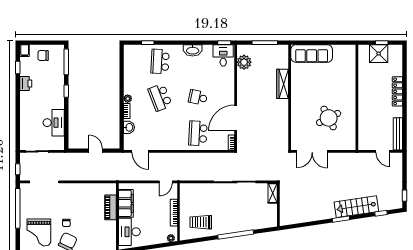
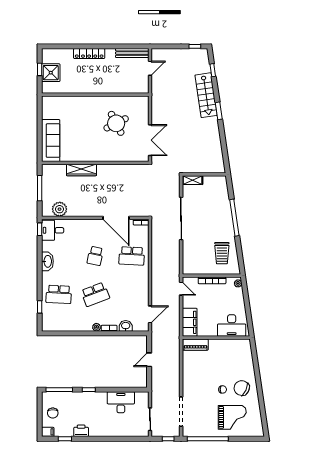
filing cabinet: (126, 203) -> (190, 322), moved, turned 90
piano: (111, 207) -> (195, 345), moved

